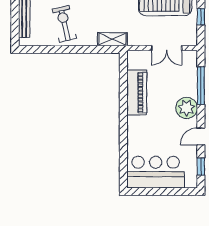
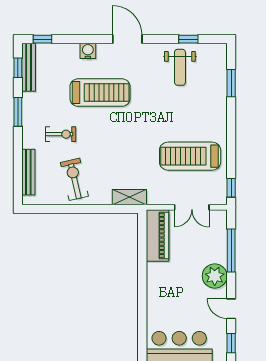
window: (201, 17) -> (231, 188), moved
piano: (137, 92) -> (157, 235), moved
door: (201, 136) -> (231, 309), hinge flipped

